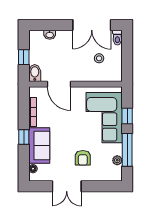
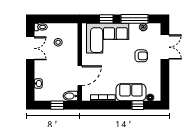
double door: (92, 25) -> (30, 48), width x0.73
window: (24, 137) -> (138, 105), moved
double door: (67, 186) -> (165, 47), moved

